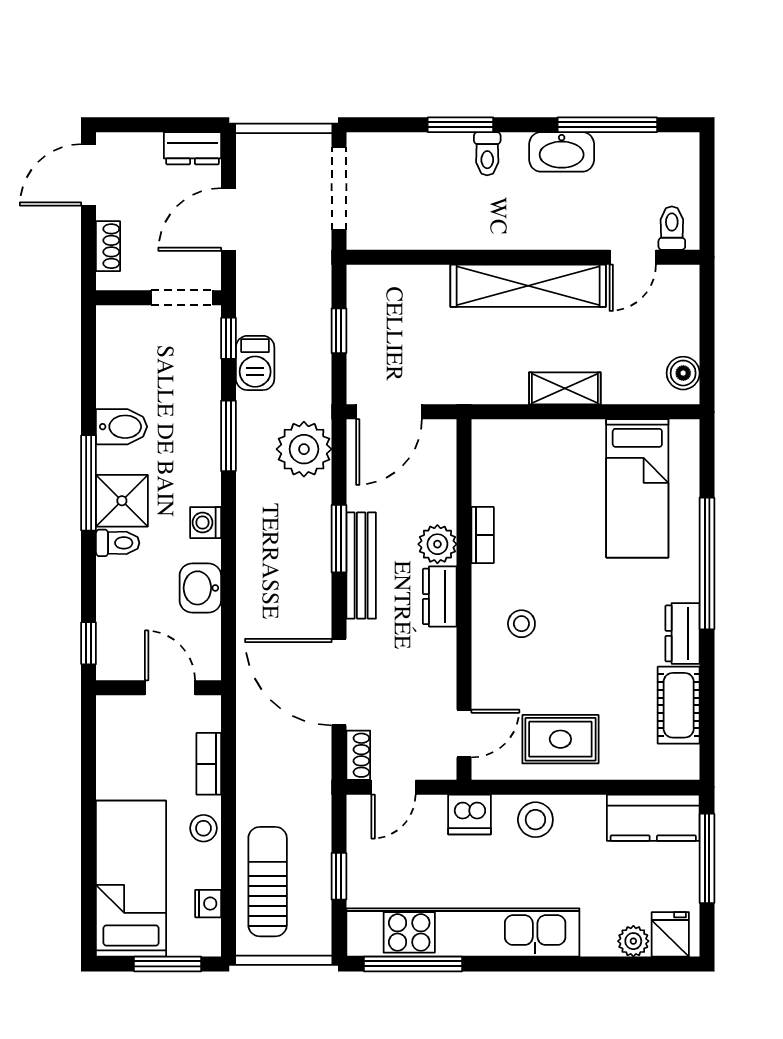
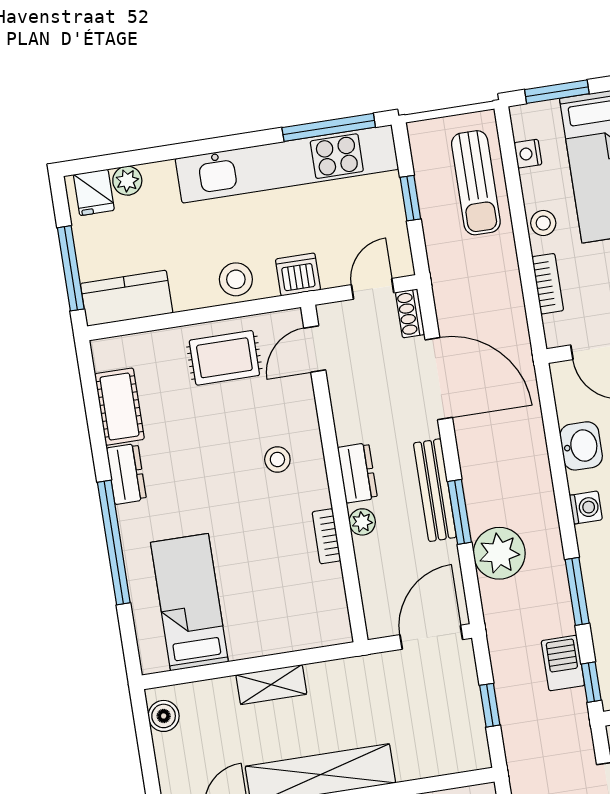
plant: (304, 449) -> (499, 553), moved
plant: (437, 544) -> (362, 522), width x0.73, depth x0.73

